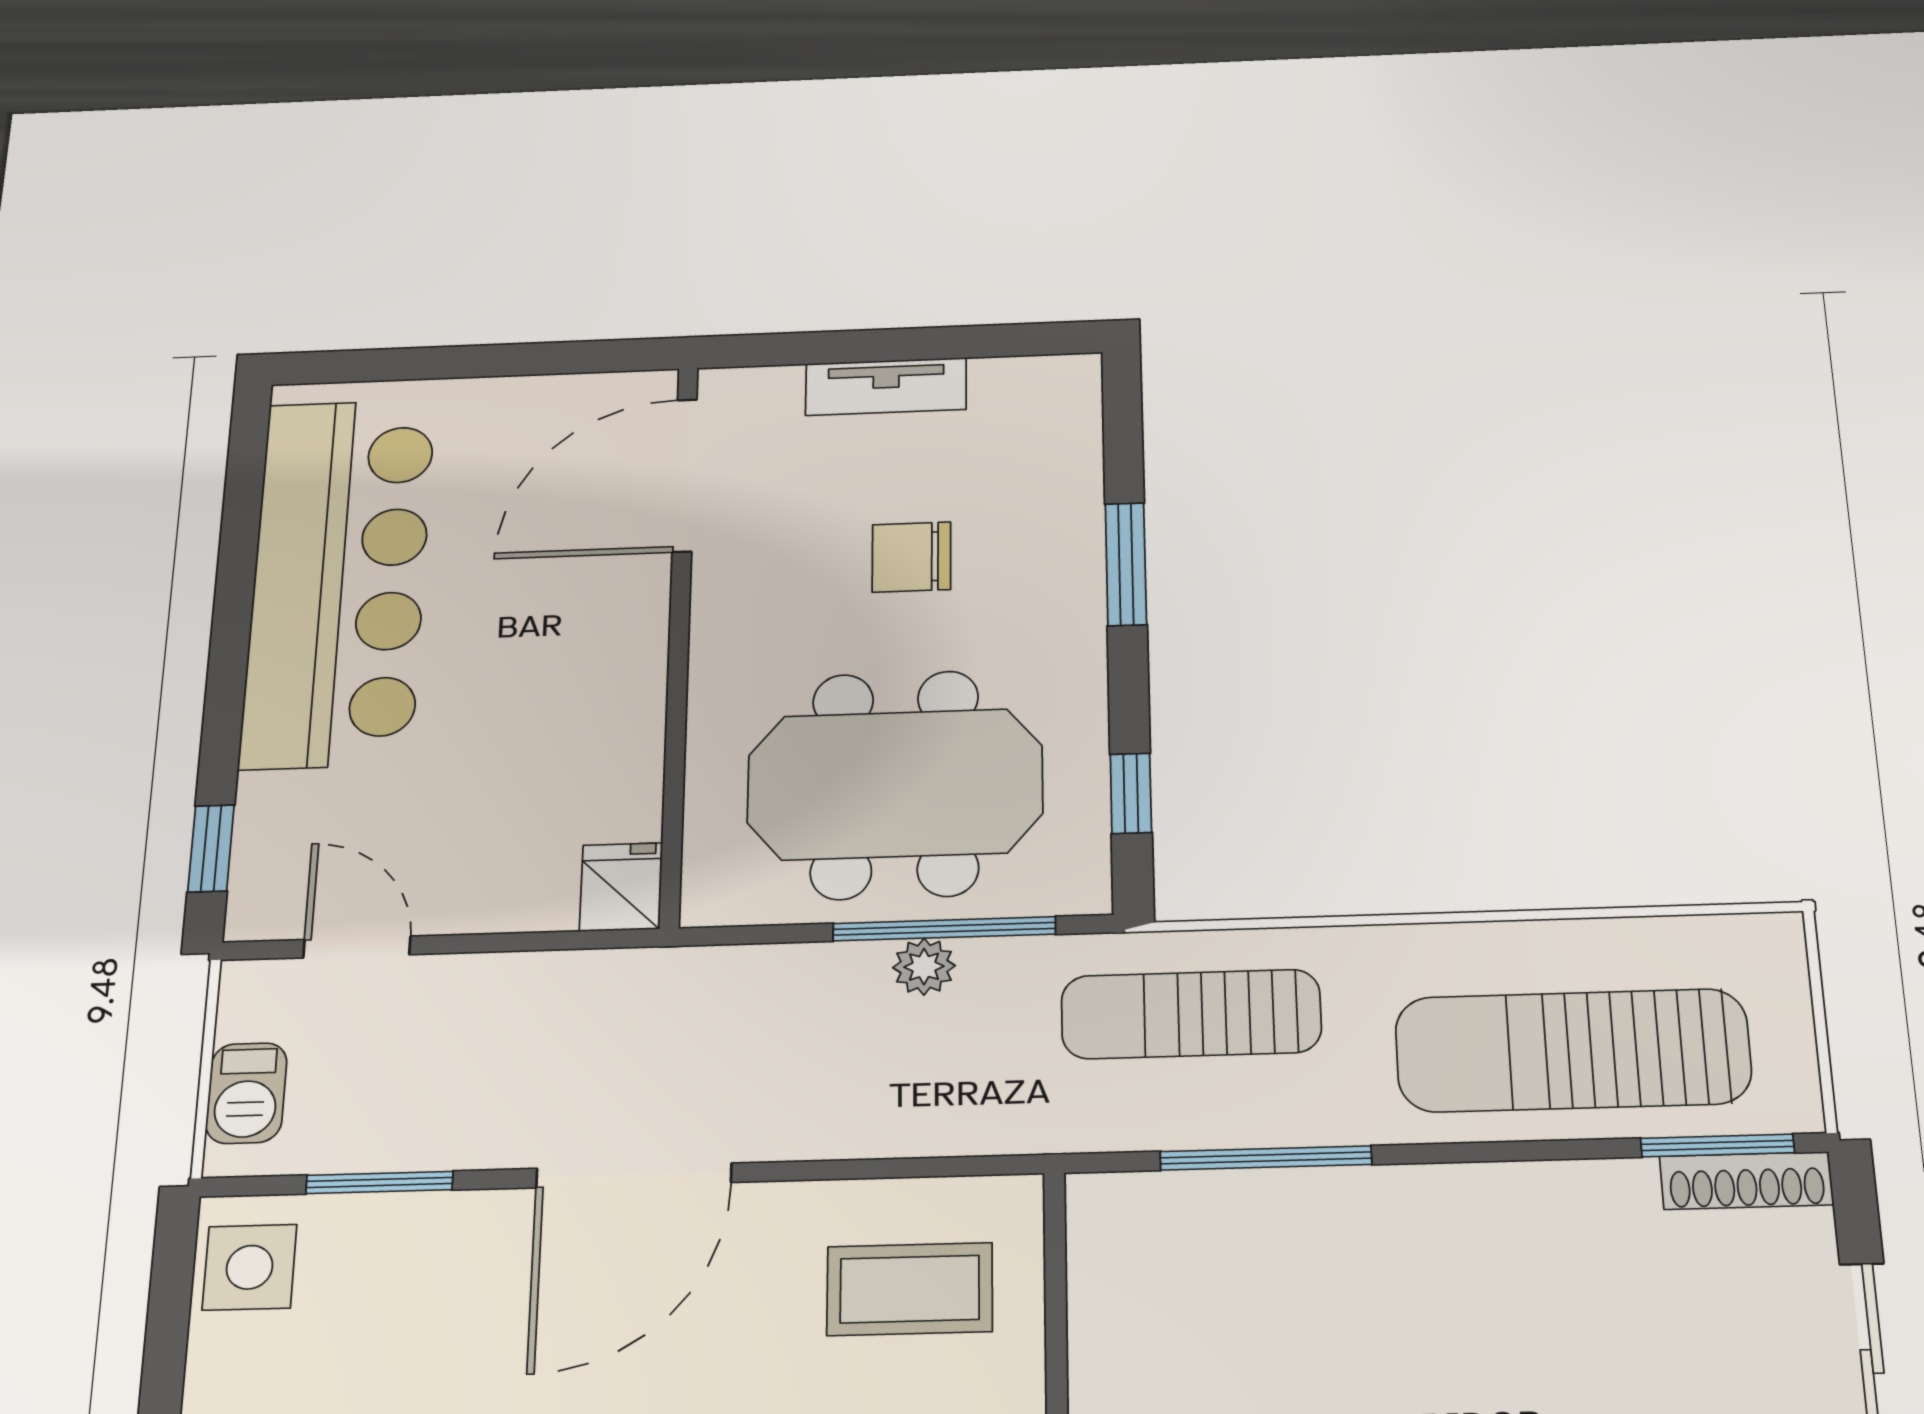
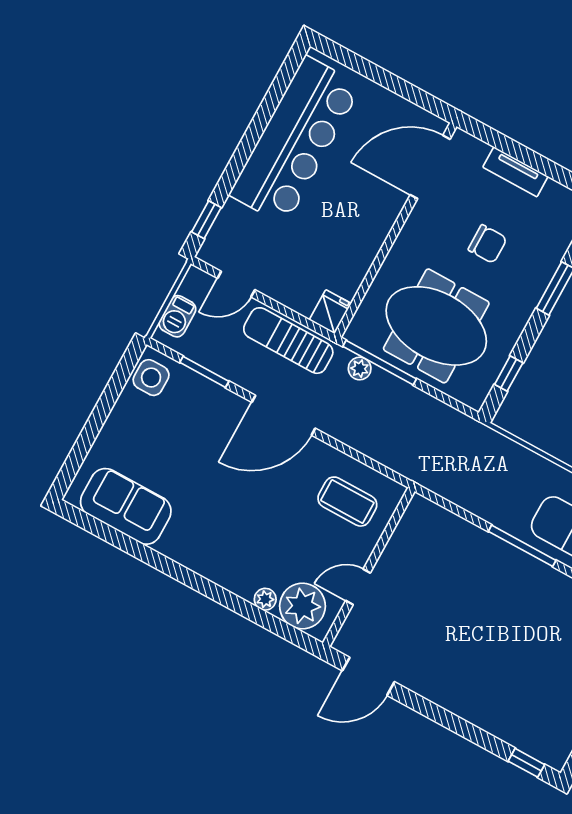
chair: (911, 557) -> (488, 244), turned 180
window: (944, 929) -> (380, 363), moved
door: (357, 947) -> (236, 284), swing flipped
plant: (924, 967) -> (360, 369), moved
sun lounger: (1191, 1014) -> (288, 341), moved
window: (1266, 1158) -> (522, 546), moved

